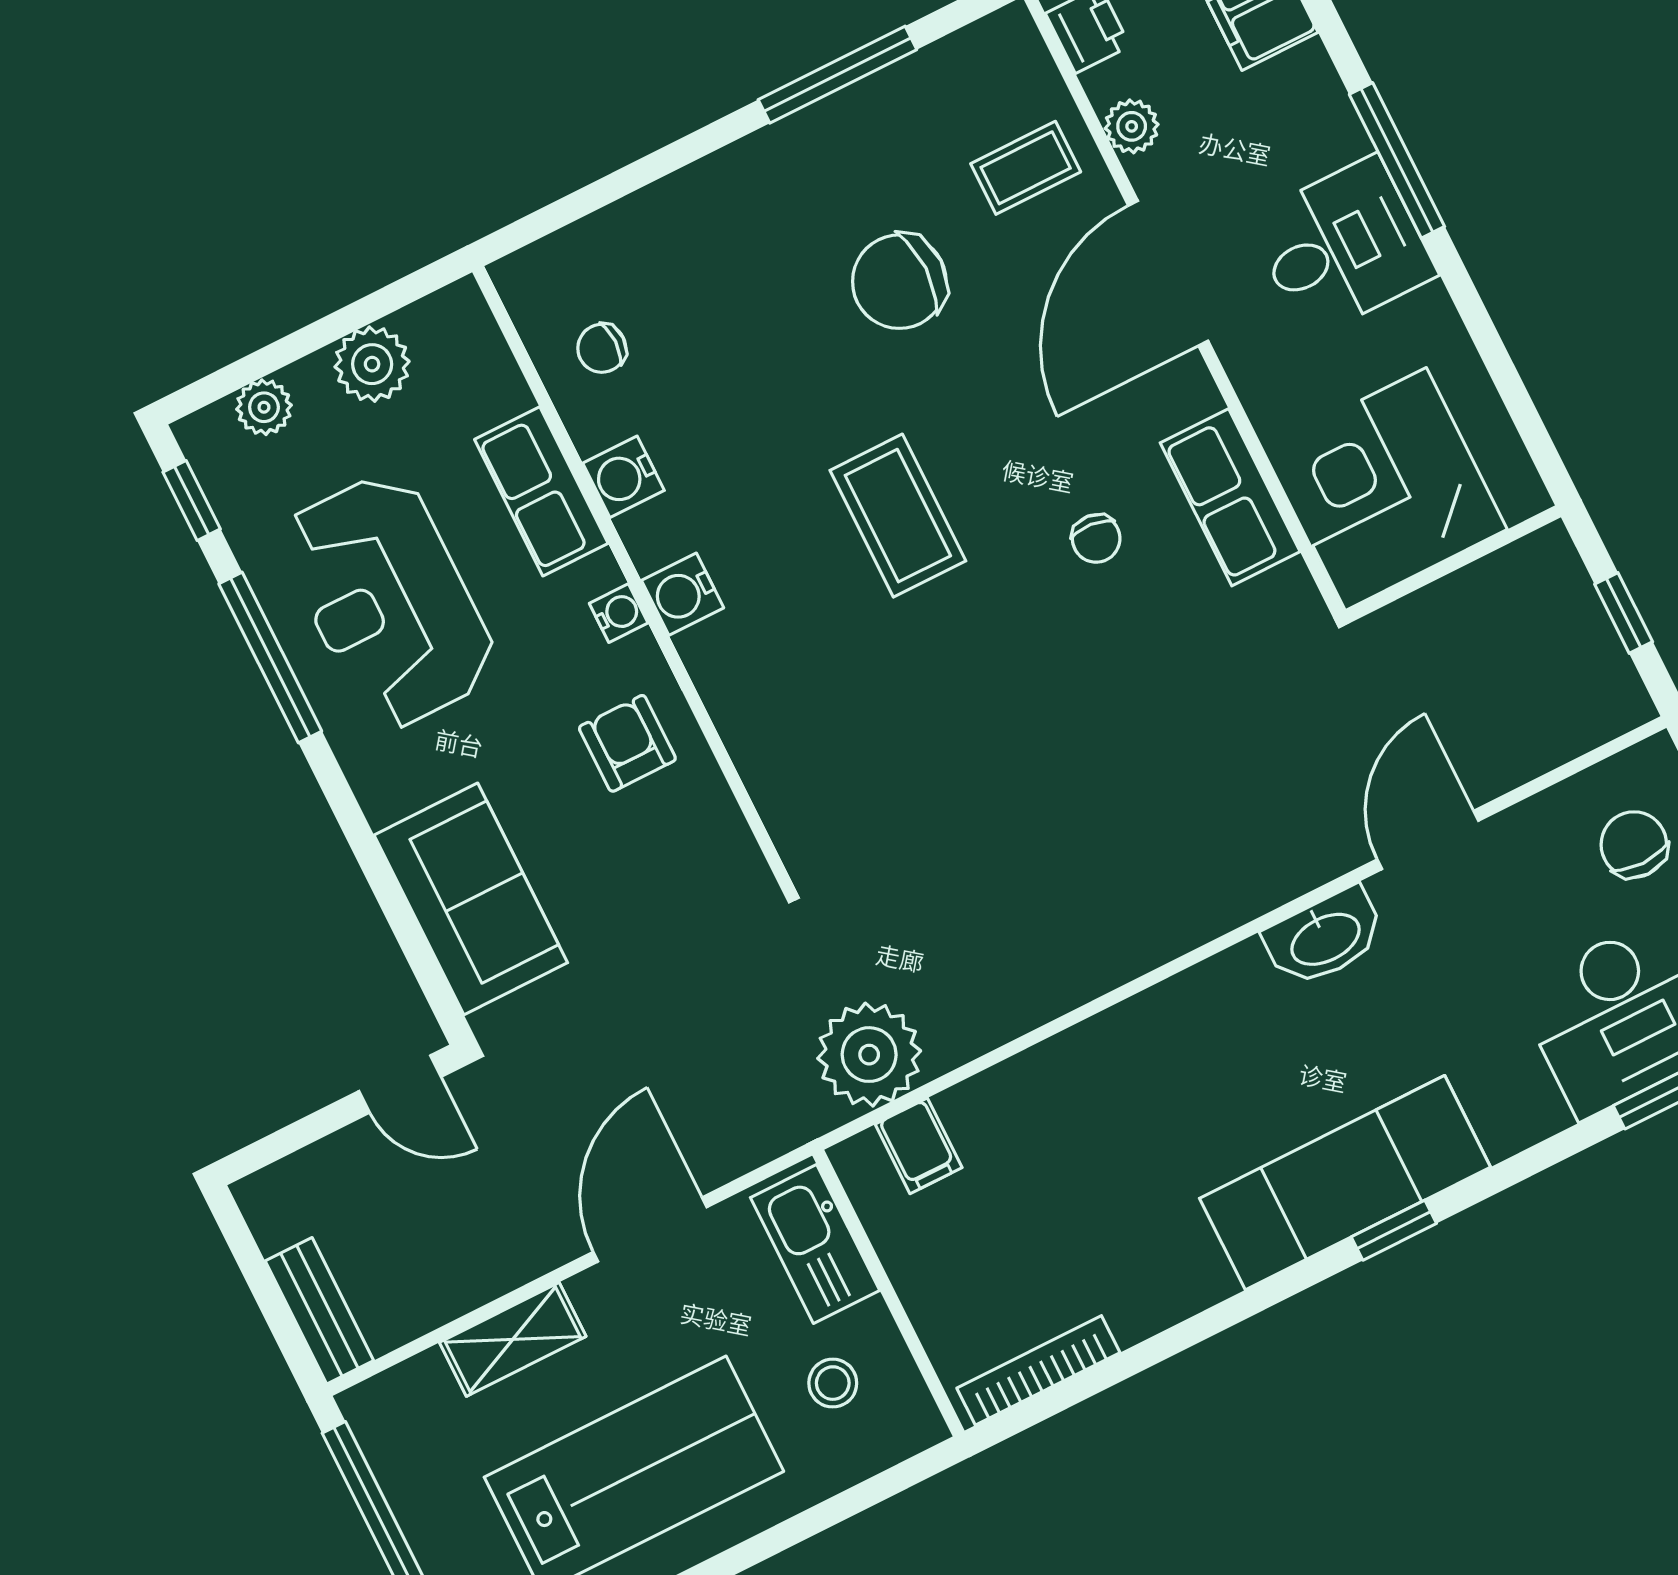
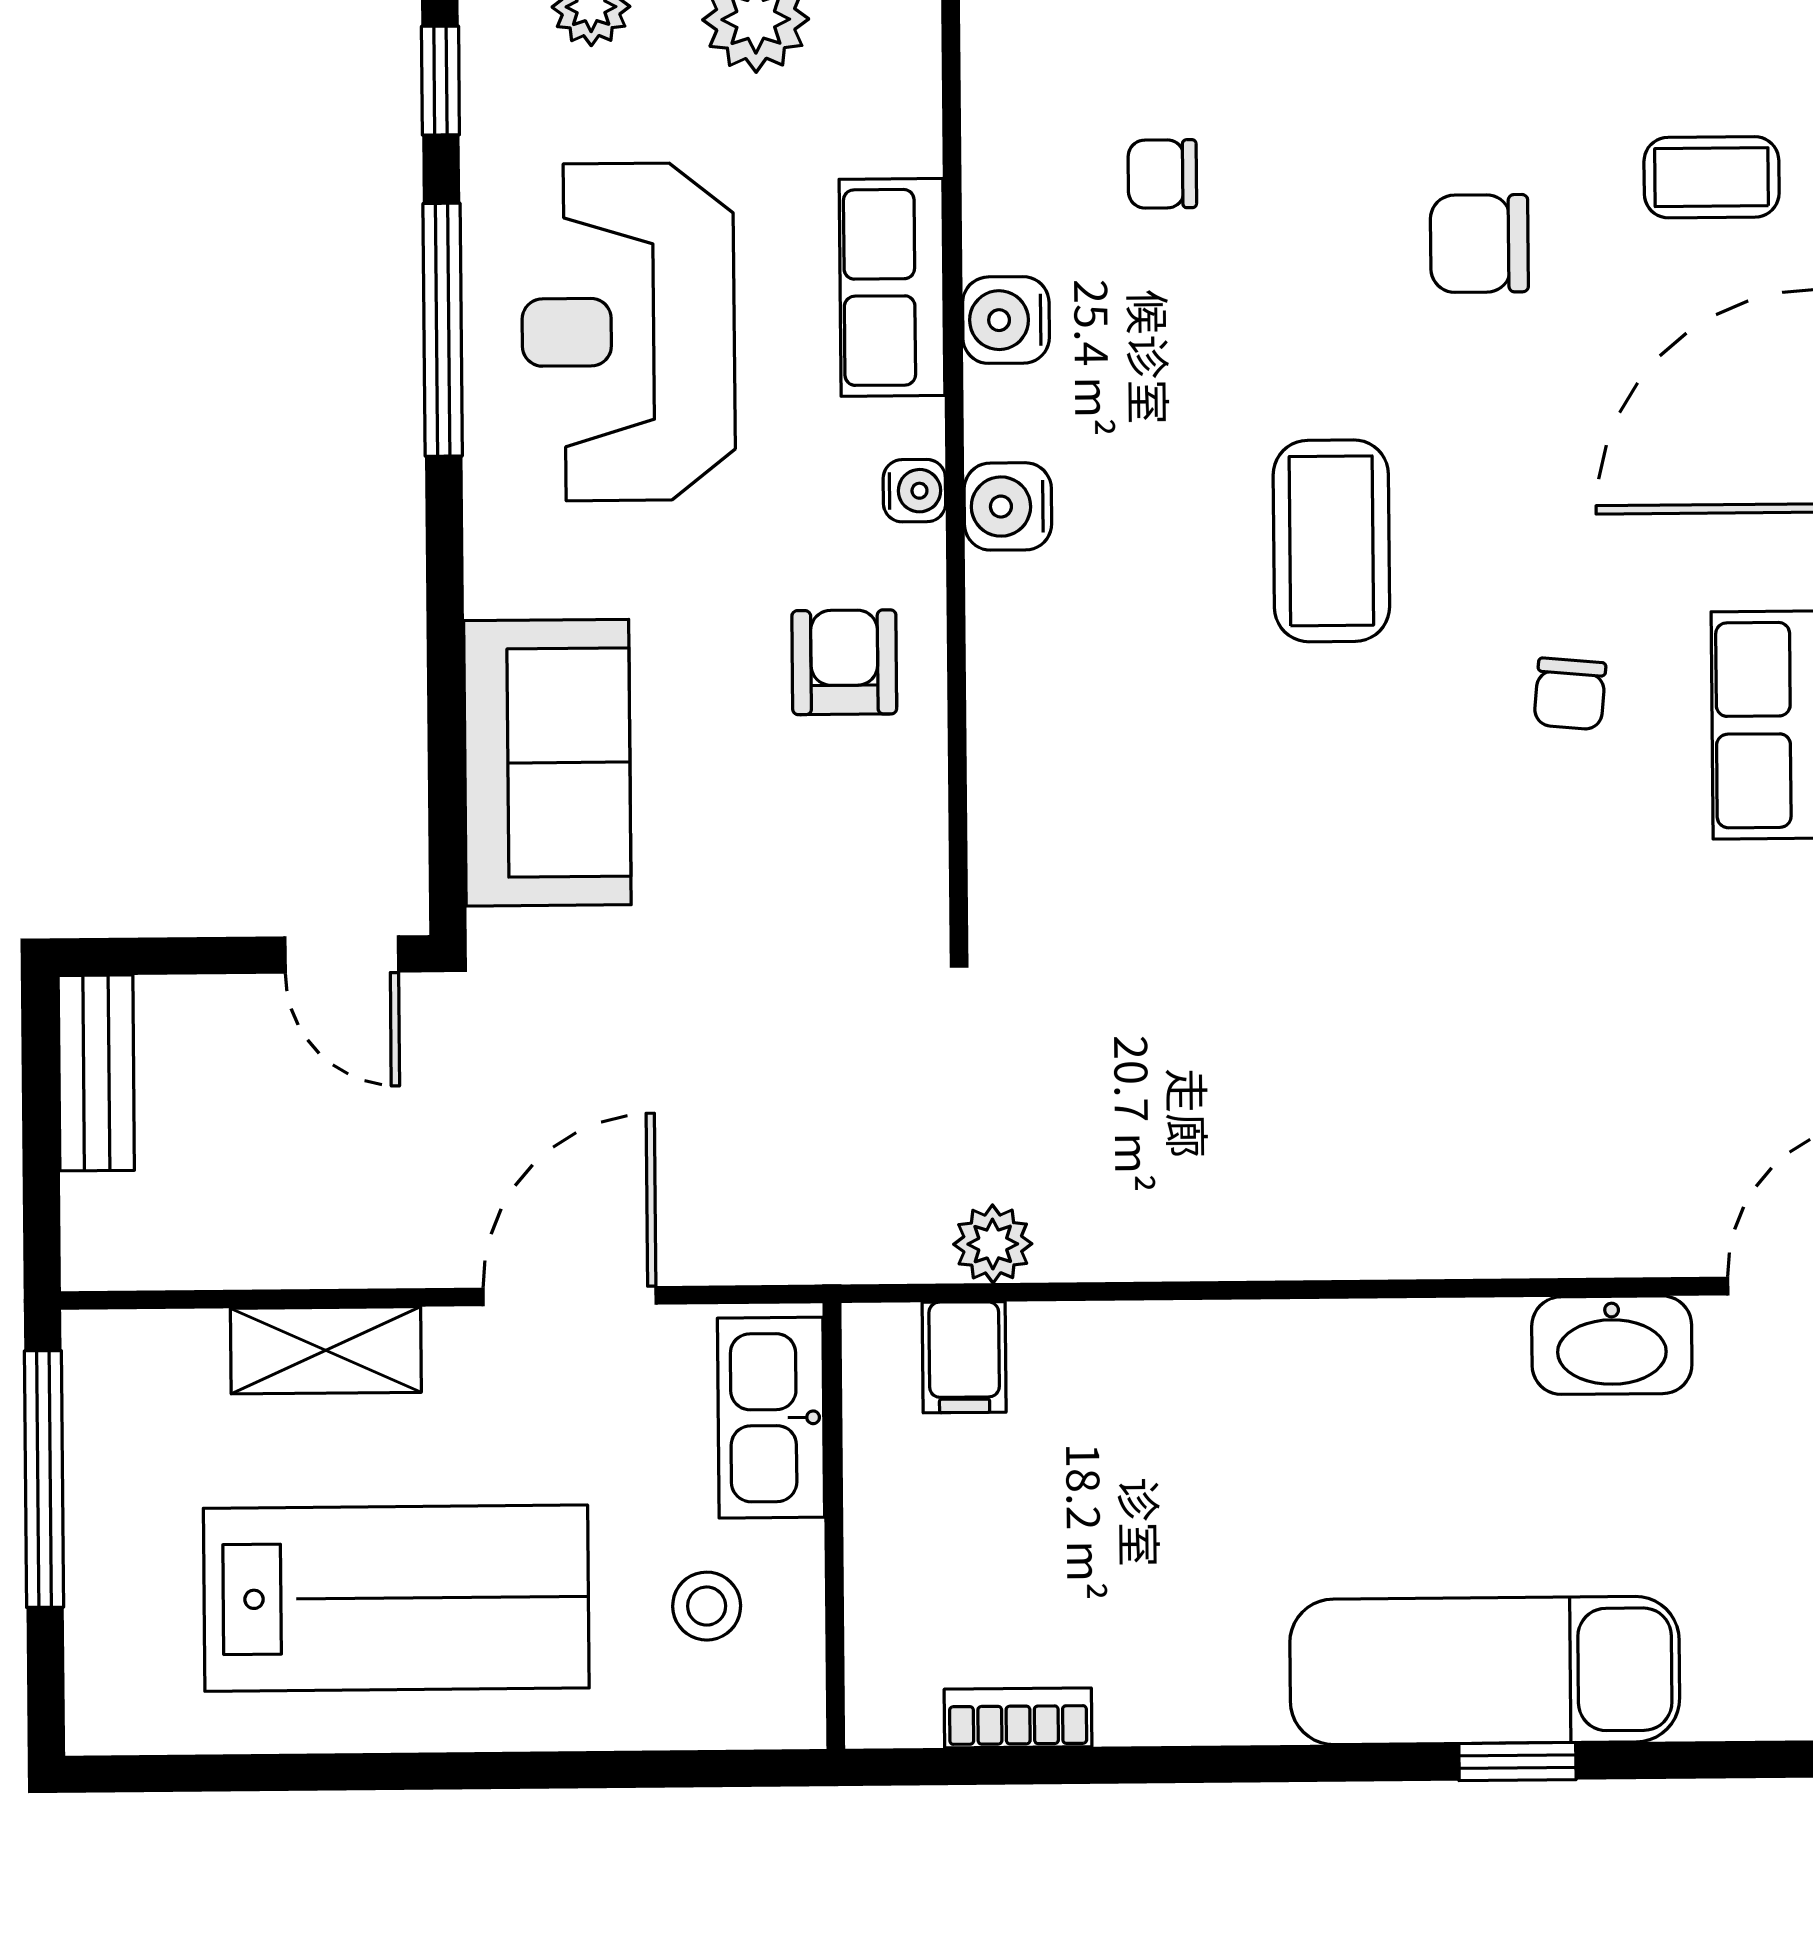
chair: (899, 282) -> (1479, 244), width x0.73, depth x0.73
chair: (602, 348) -> (1162, 174), moved
plant: (869, 1055) -> (993, 1244), width x0.53, depth x0.53
bench: (319, 1311) -> (96, 1073), moved
bookcase: (1038, 1370) -> (1018, 1718), width x0.64

